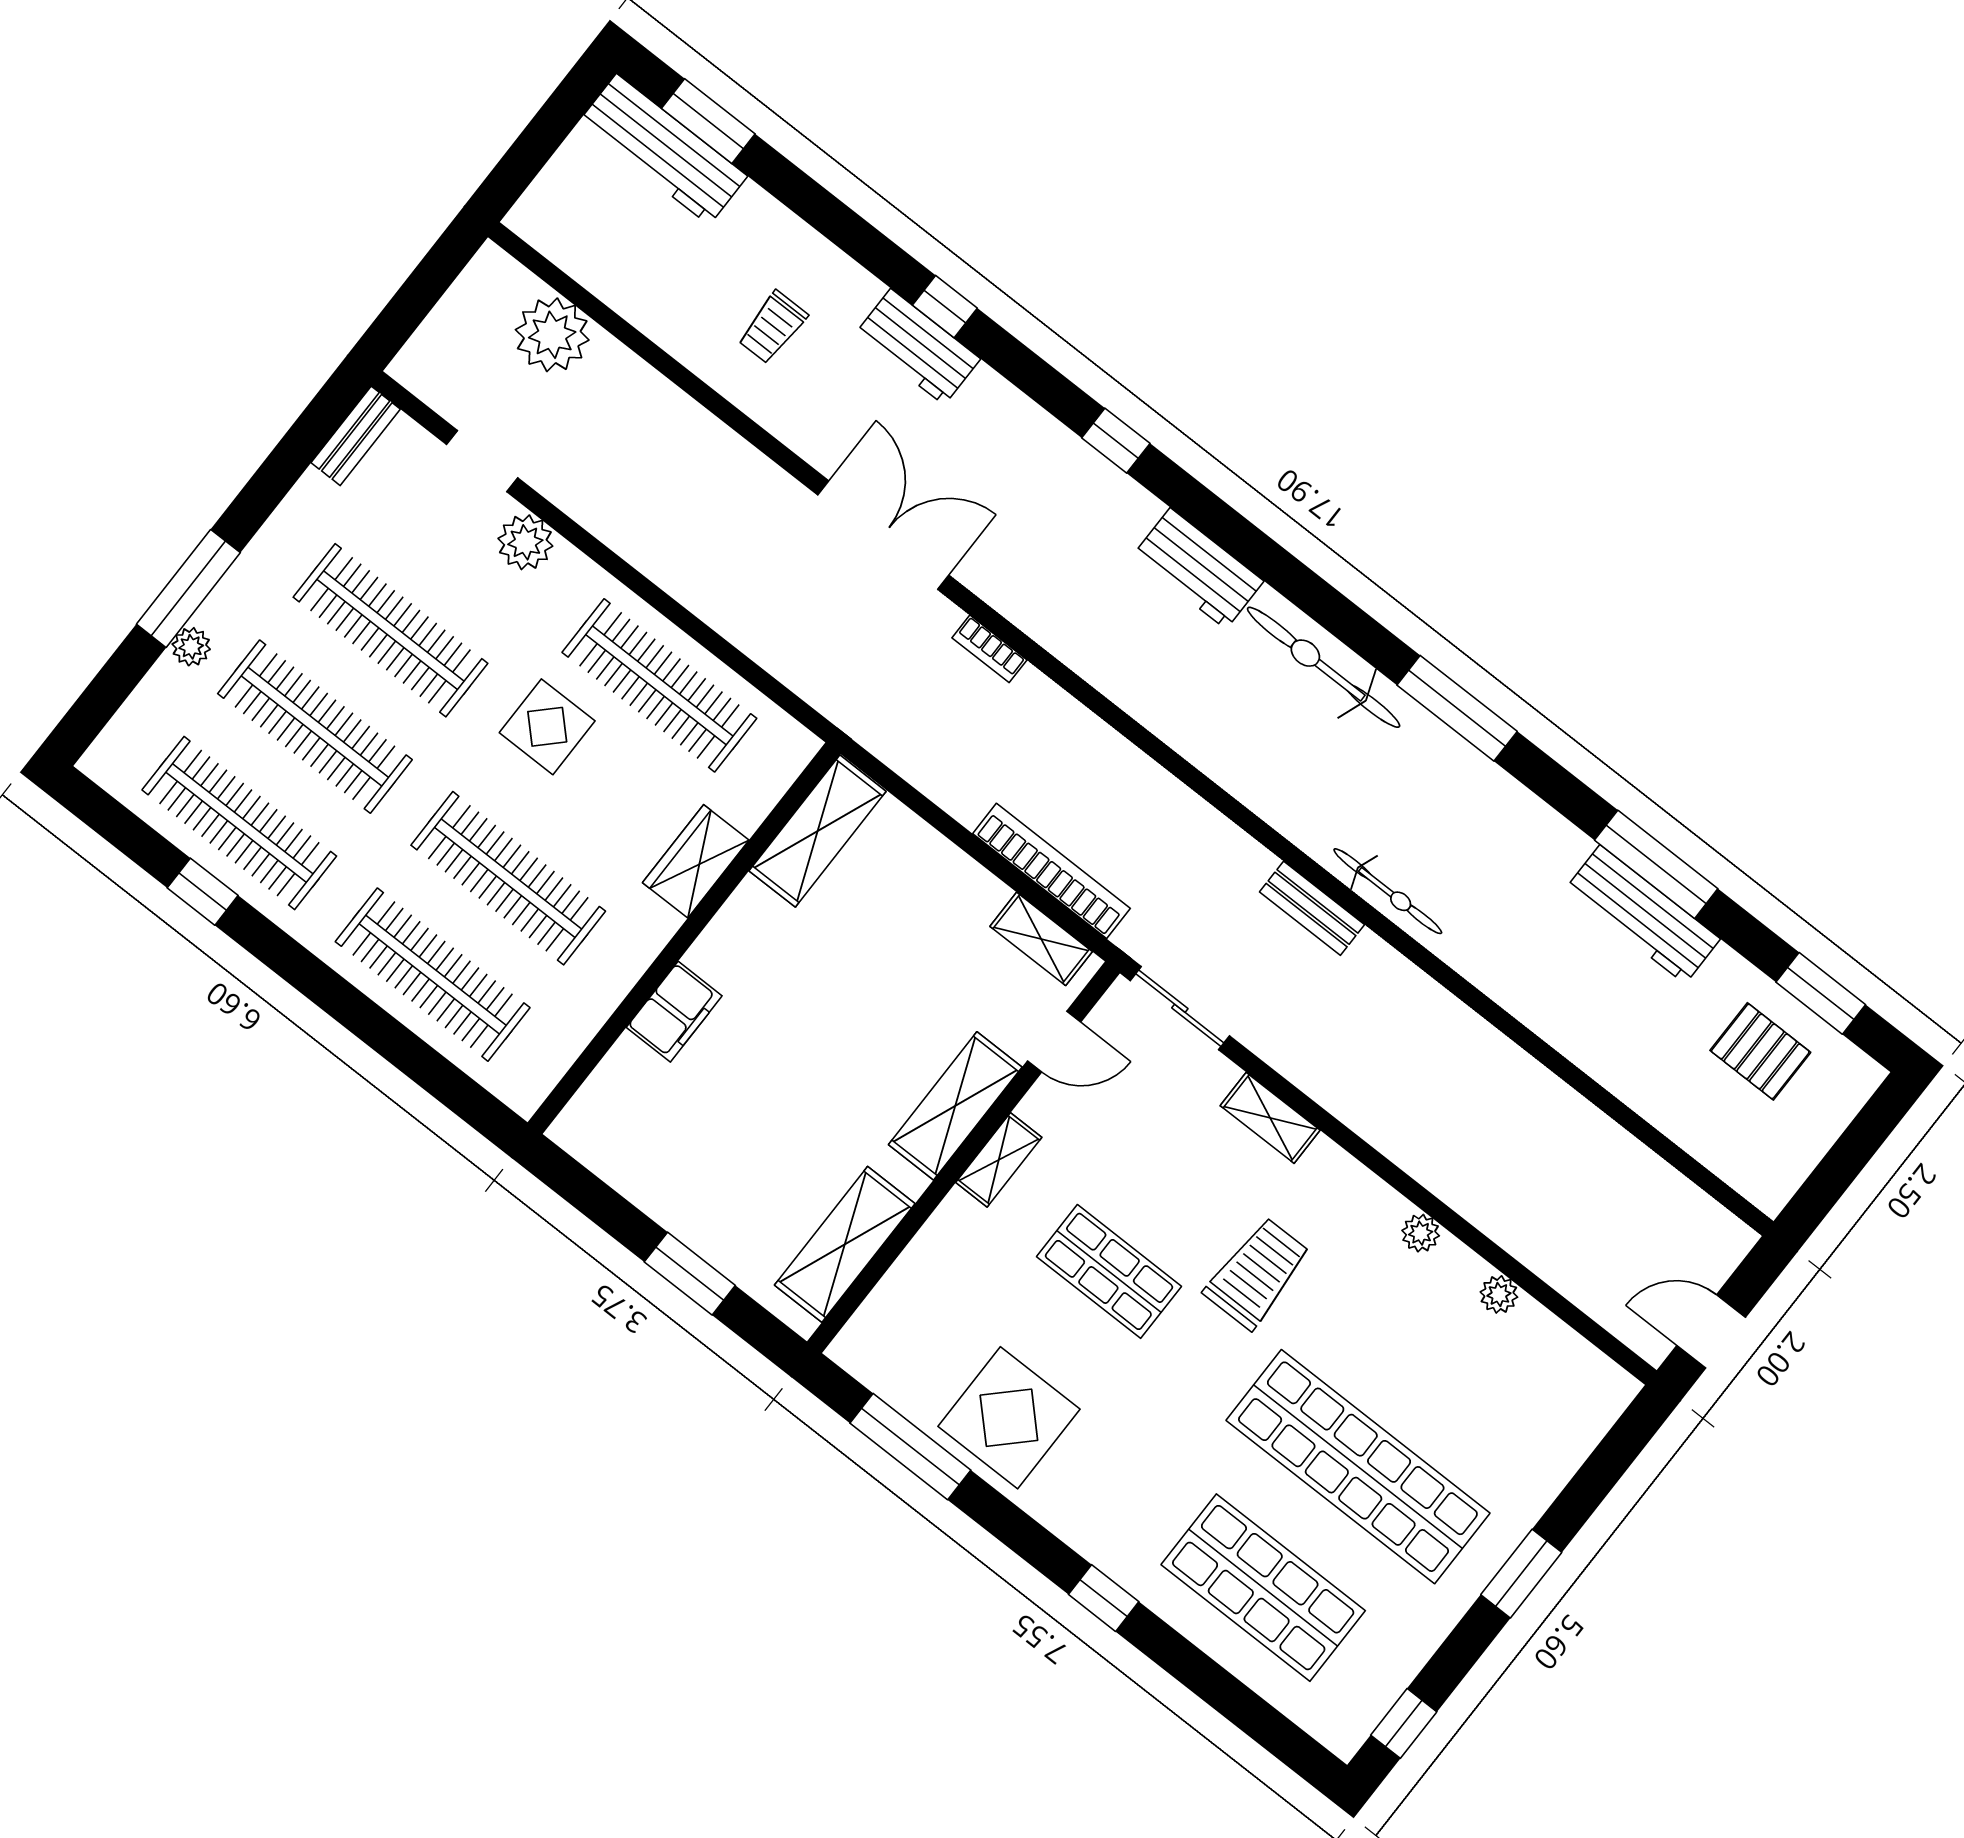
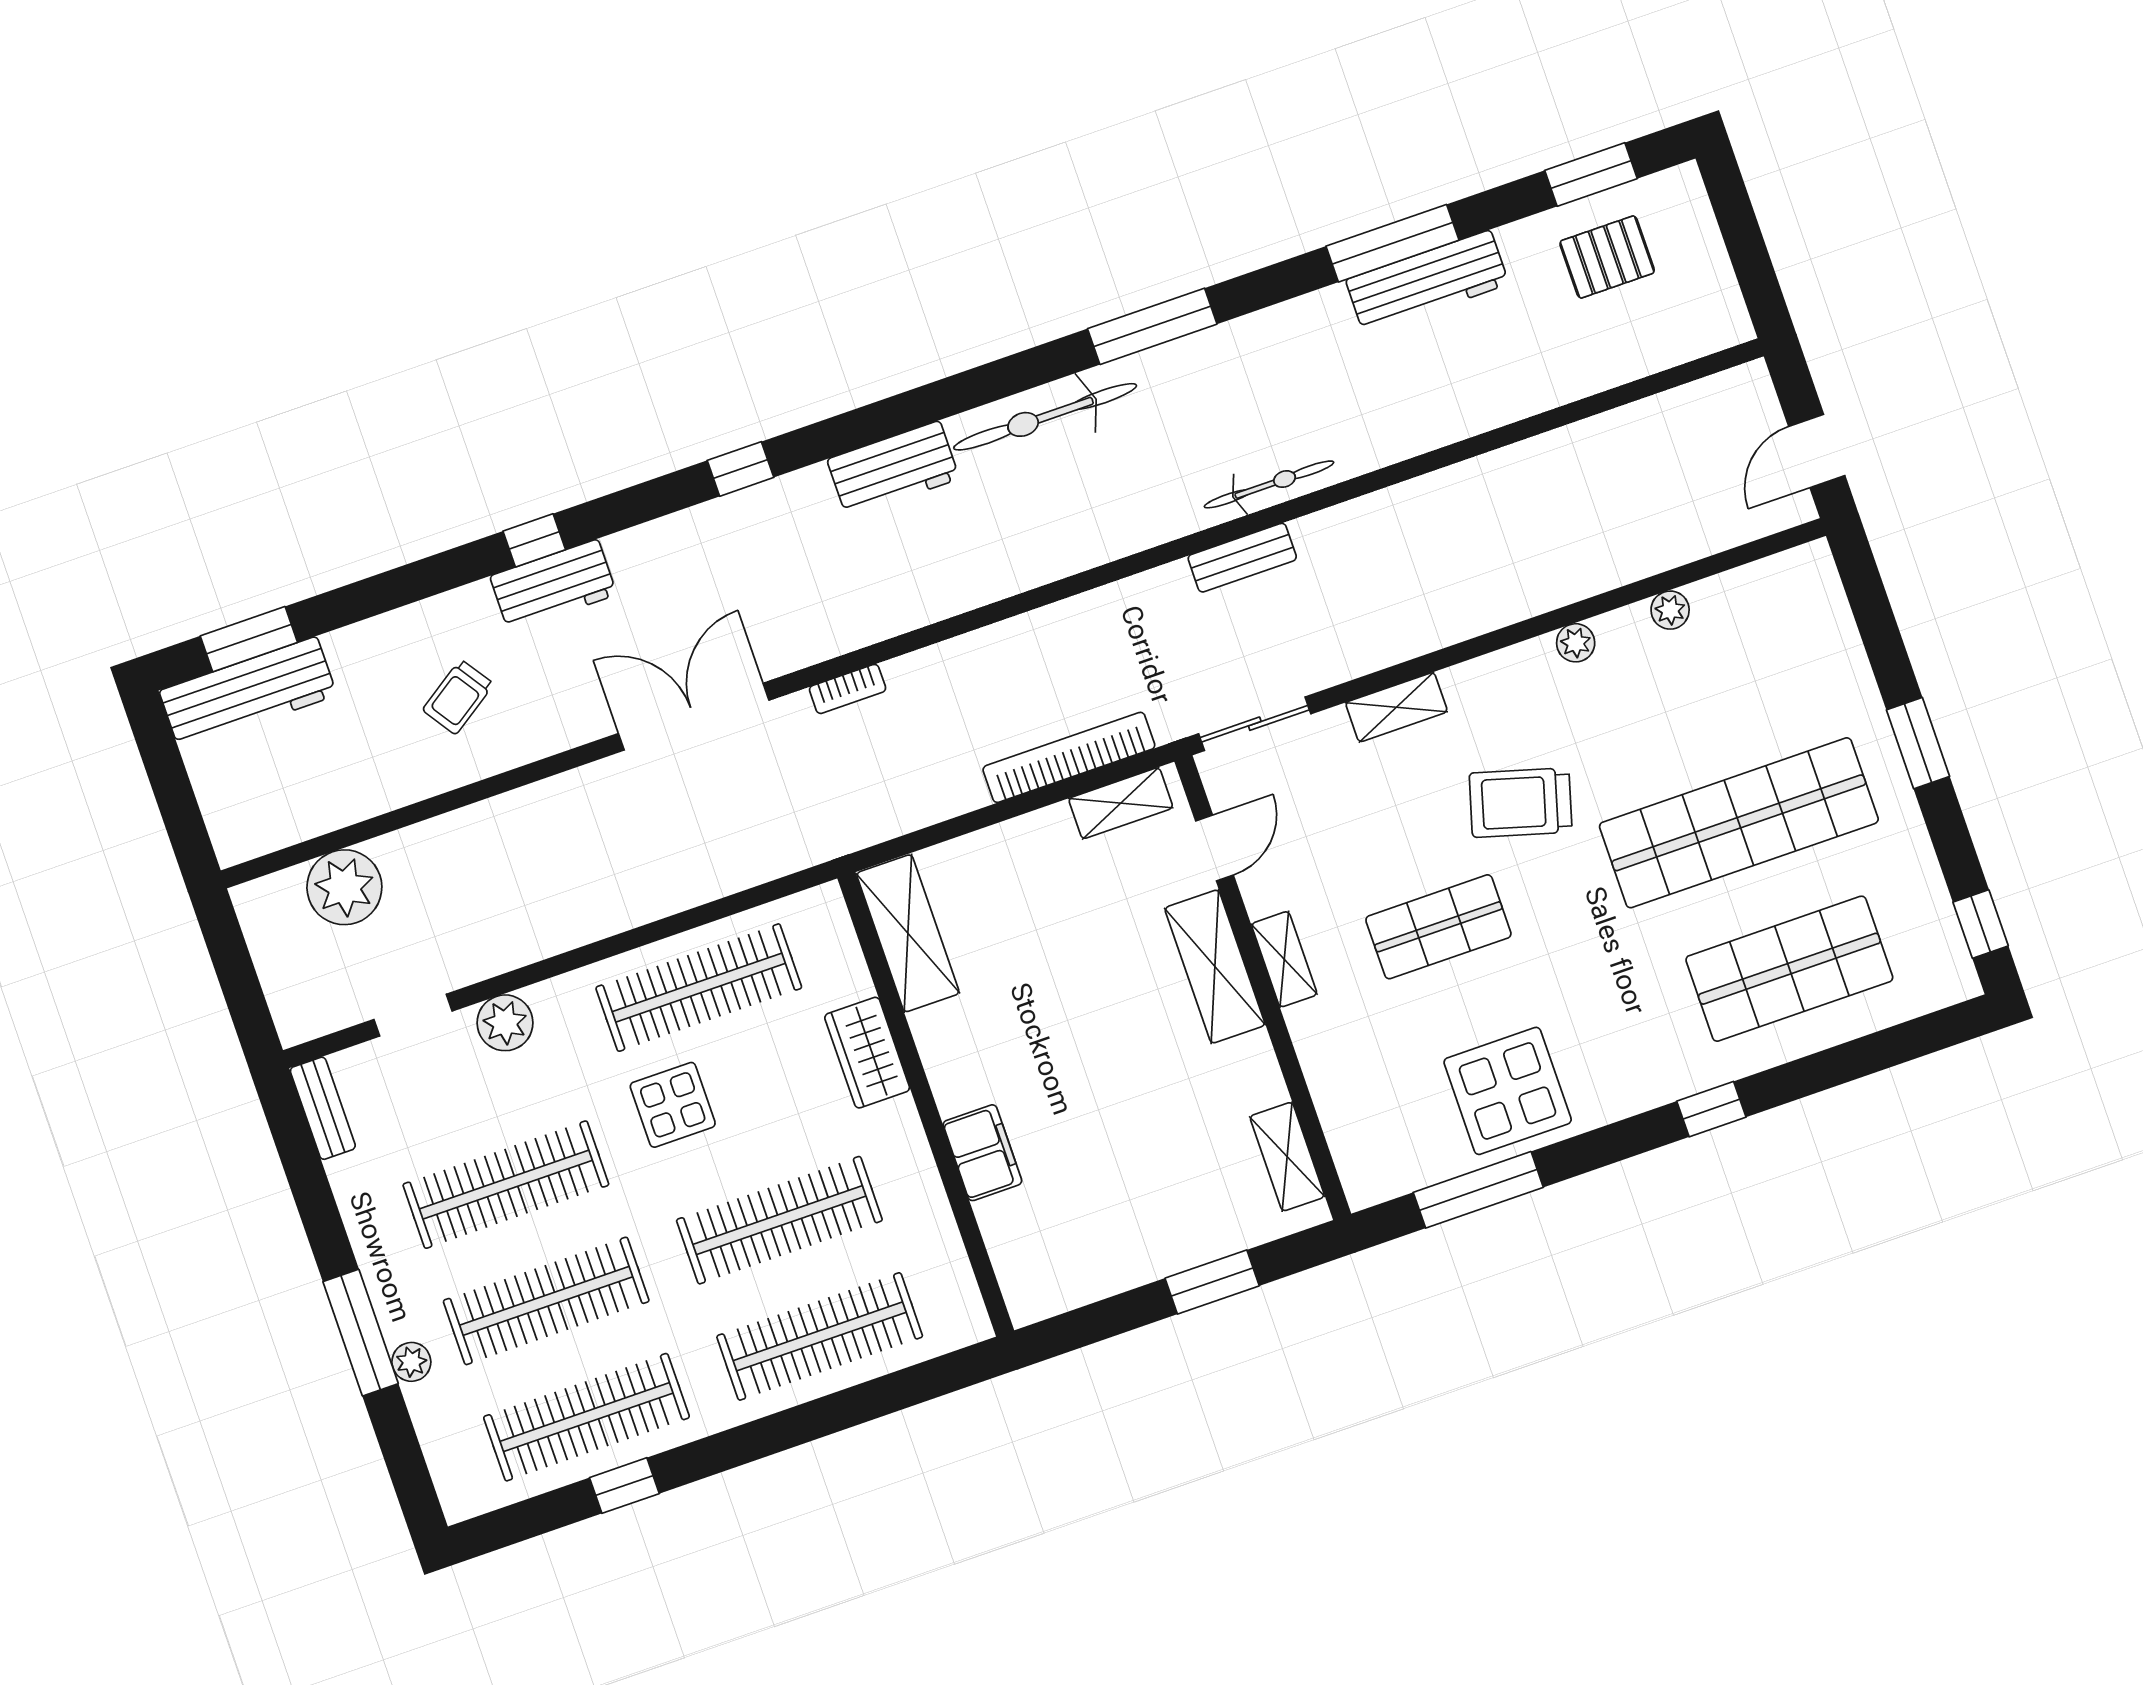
trolley: (773, 327) -> (458, 697), turned 56
shelving: (845, 1244) -> (1287, 1157), width x0.67, depth x0.75
trolley: (1257, 1273) -> (1521, 803), turned -74

